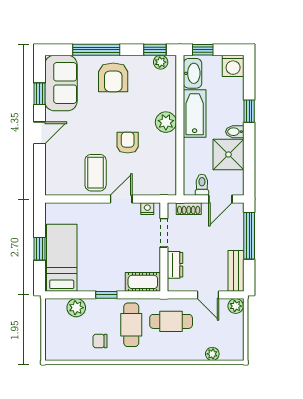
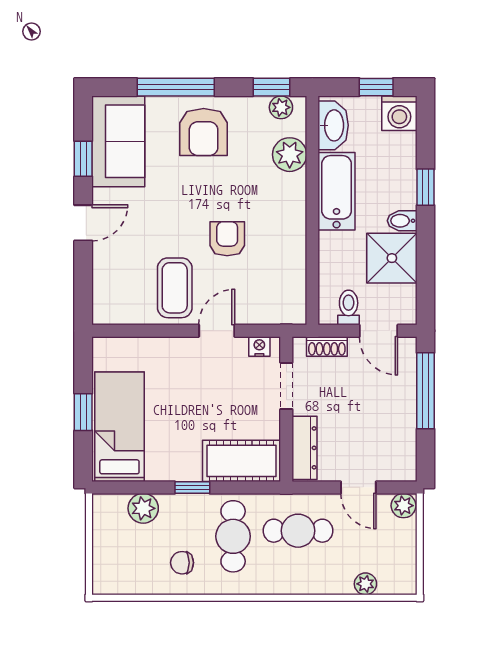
window: (203, 50) -> (376, 87), moved
plant: (166, 122) -> (290, 155), moved
door: (220, 199) -> (378, 331), hinge flipped
dresser: (175, 265) -> (304, 448), width x1.44
bench: (236, 271) -> (404, 448), removed
cot: (143, 282) -> (242, 461), width x1.37, depth x1.34

